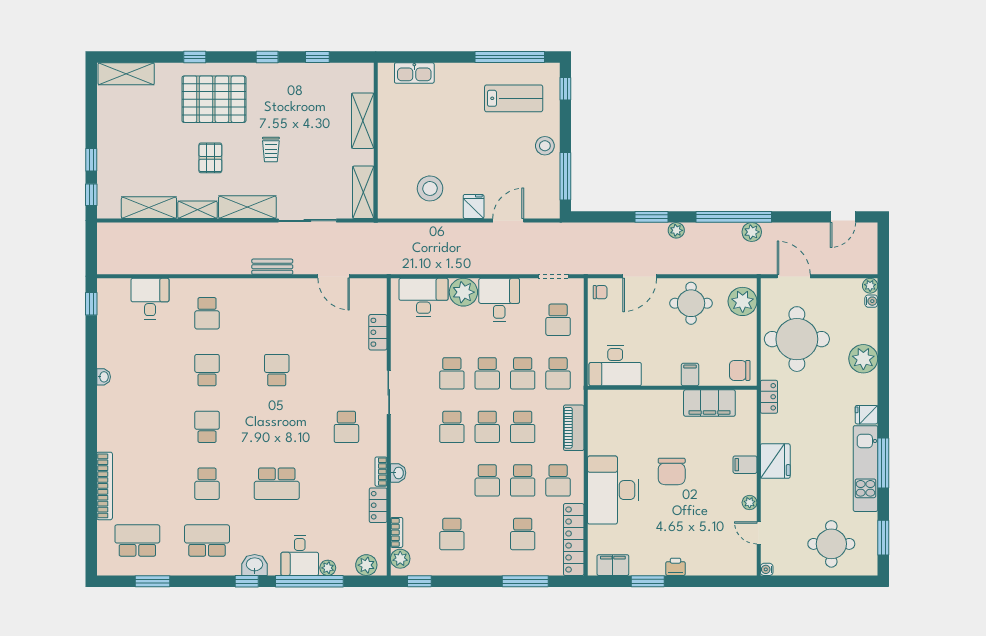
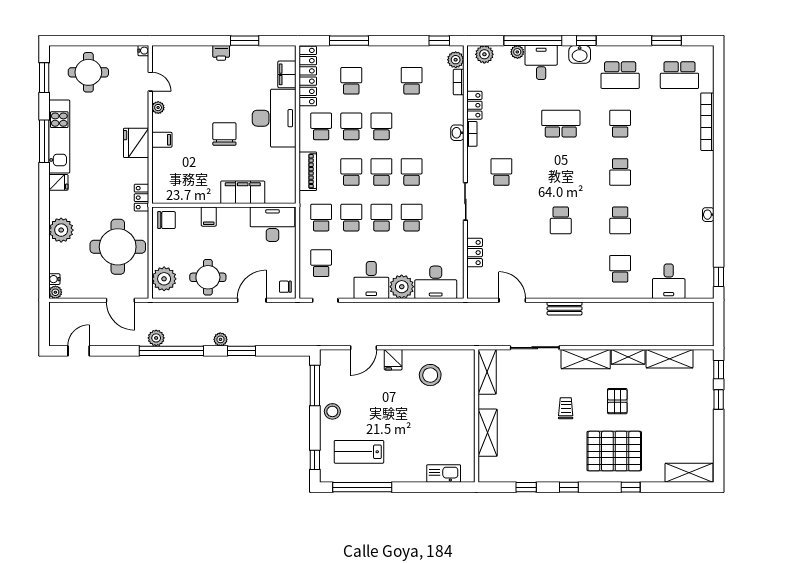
filing cabinet: (709, 403) -> (243, 192), moved
filing cabinet: (613, 565) -> (287, 74), moved, turned 90

